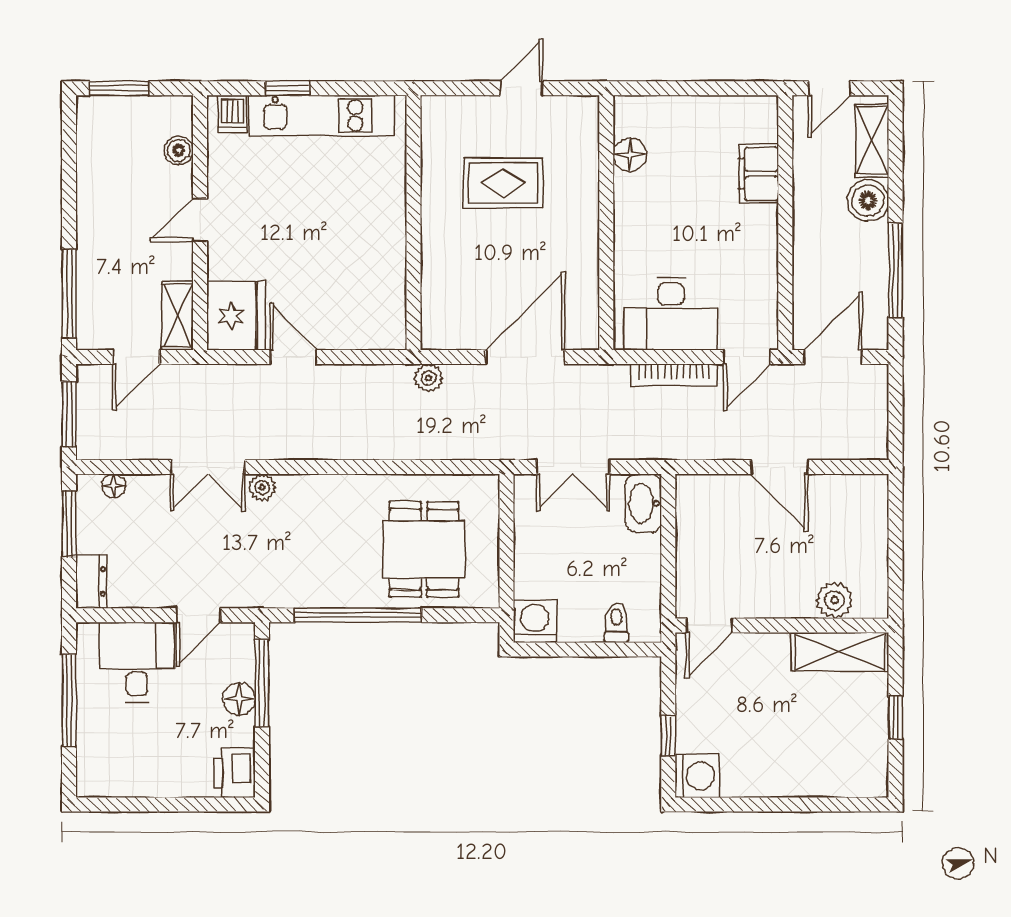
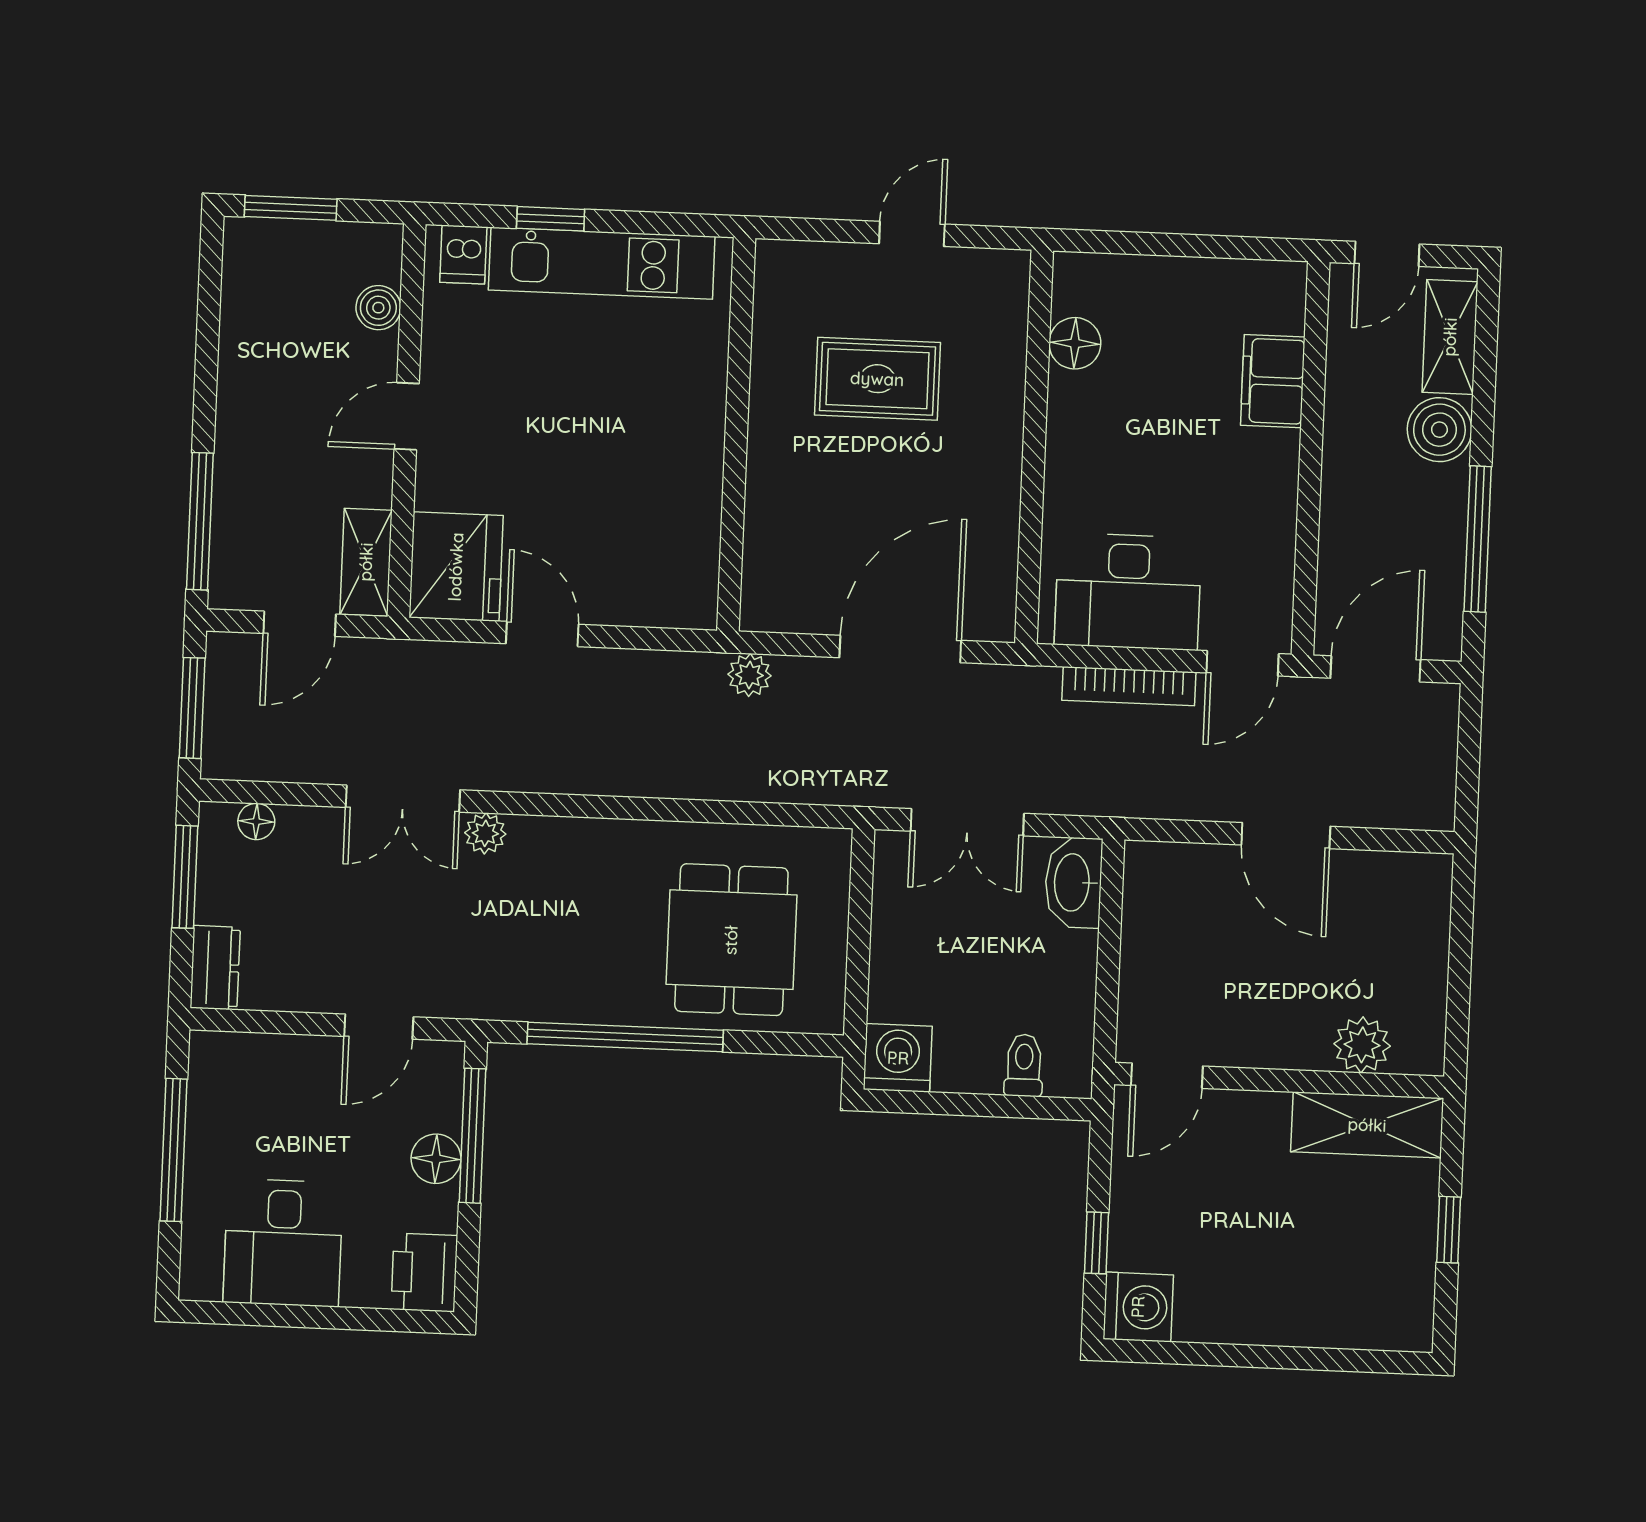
desk: (137, 662) -> (283, 1243), moved, turned 180

